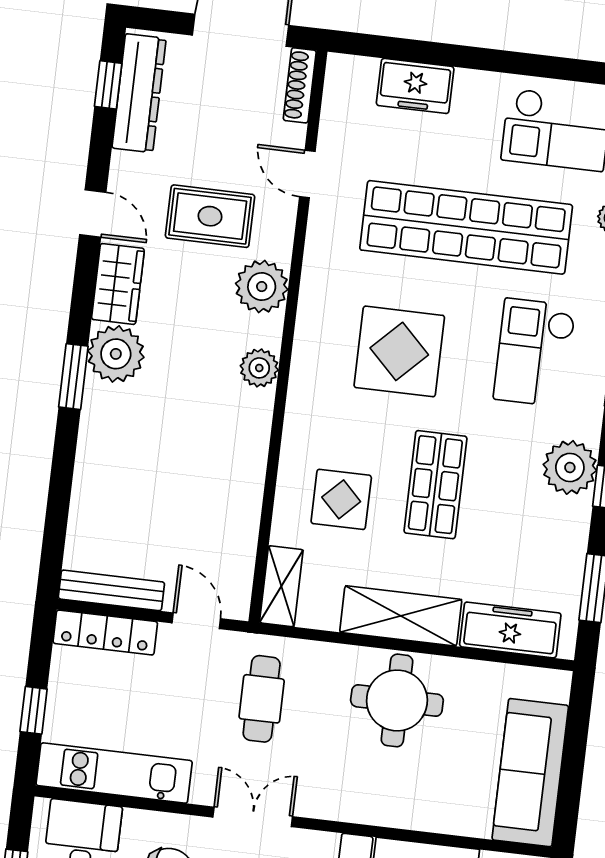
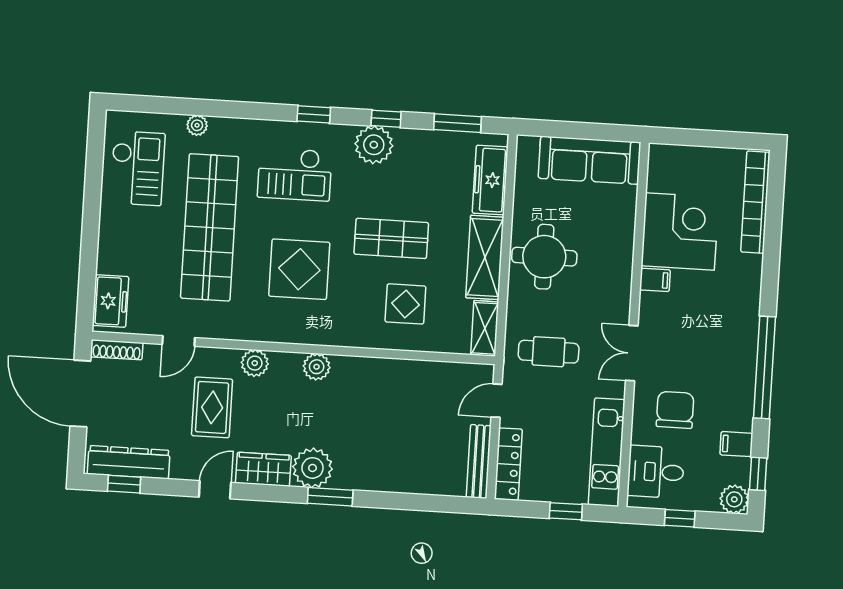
freezer: (415, 86) -> (110, 301), moved
plant: (262, 287) -> (255, 363), width x0.73, depth x0.73
shelving: (281, 586) -> (485, 328), moved, turned 90

